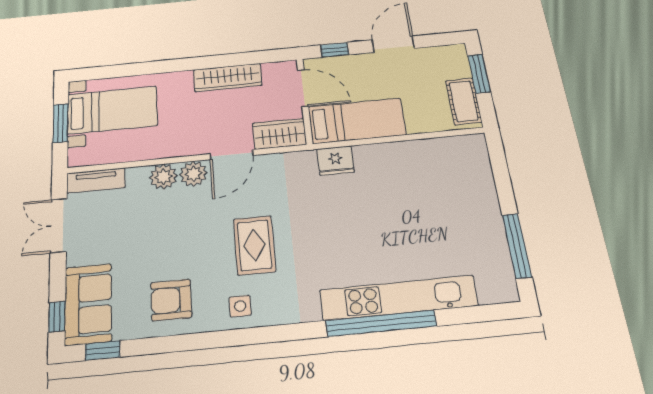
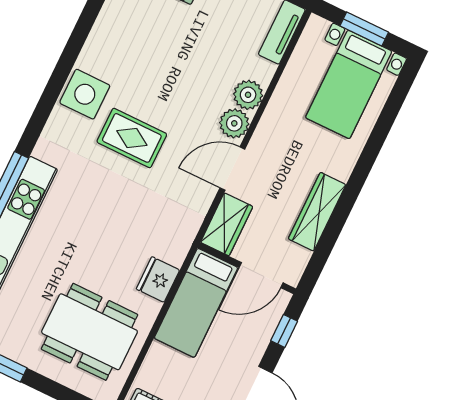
door: (231, 155) -> (232, 168), hinge flipped
fridge: (335, 161) -> (158, 279), moved
dining table: (437, 185) -> (90, 332), added
armchair: (171, 300) -> (126, 39), removed
side table: (240, 306) -> (85, 94), width x1.87, depth x1.87

